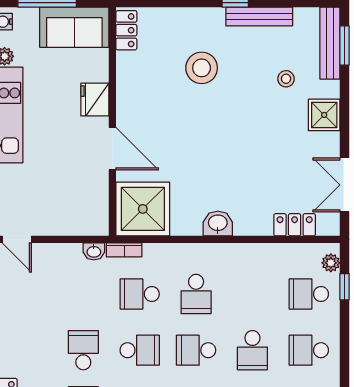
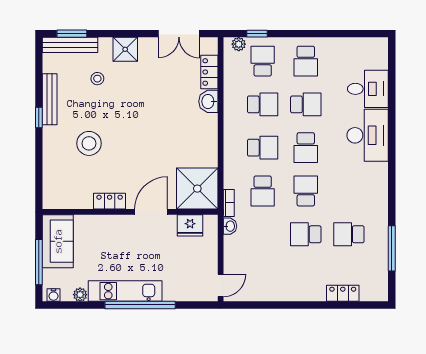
locker: (126, 30) -> (110, 201), moved
fridge: (95, 100) -> (190, 225), moved
washbasin: (218, 223) -> (208, 101), moved
school desk: (252, 294) -> (263, 104), added
school desk: (309, 294) -> (263, 61), turned 180

